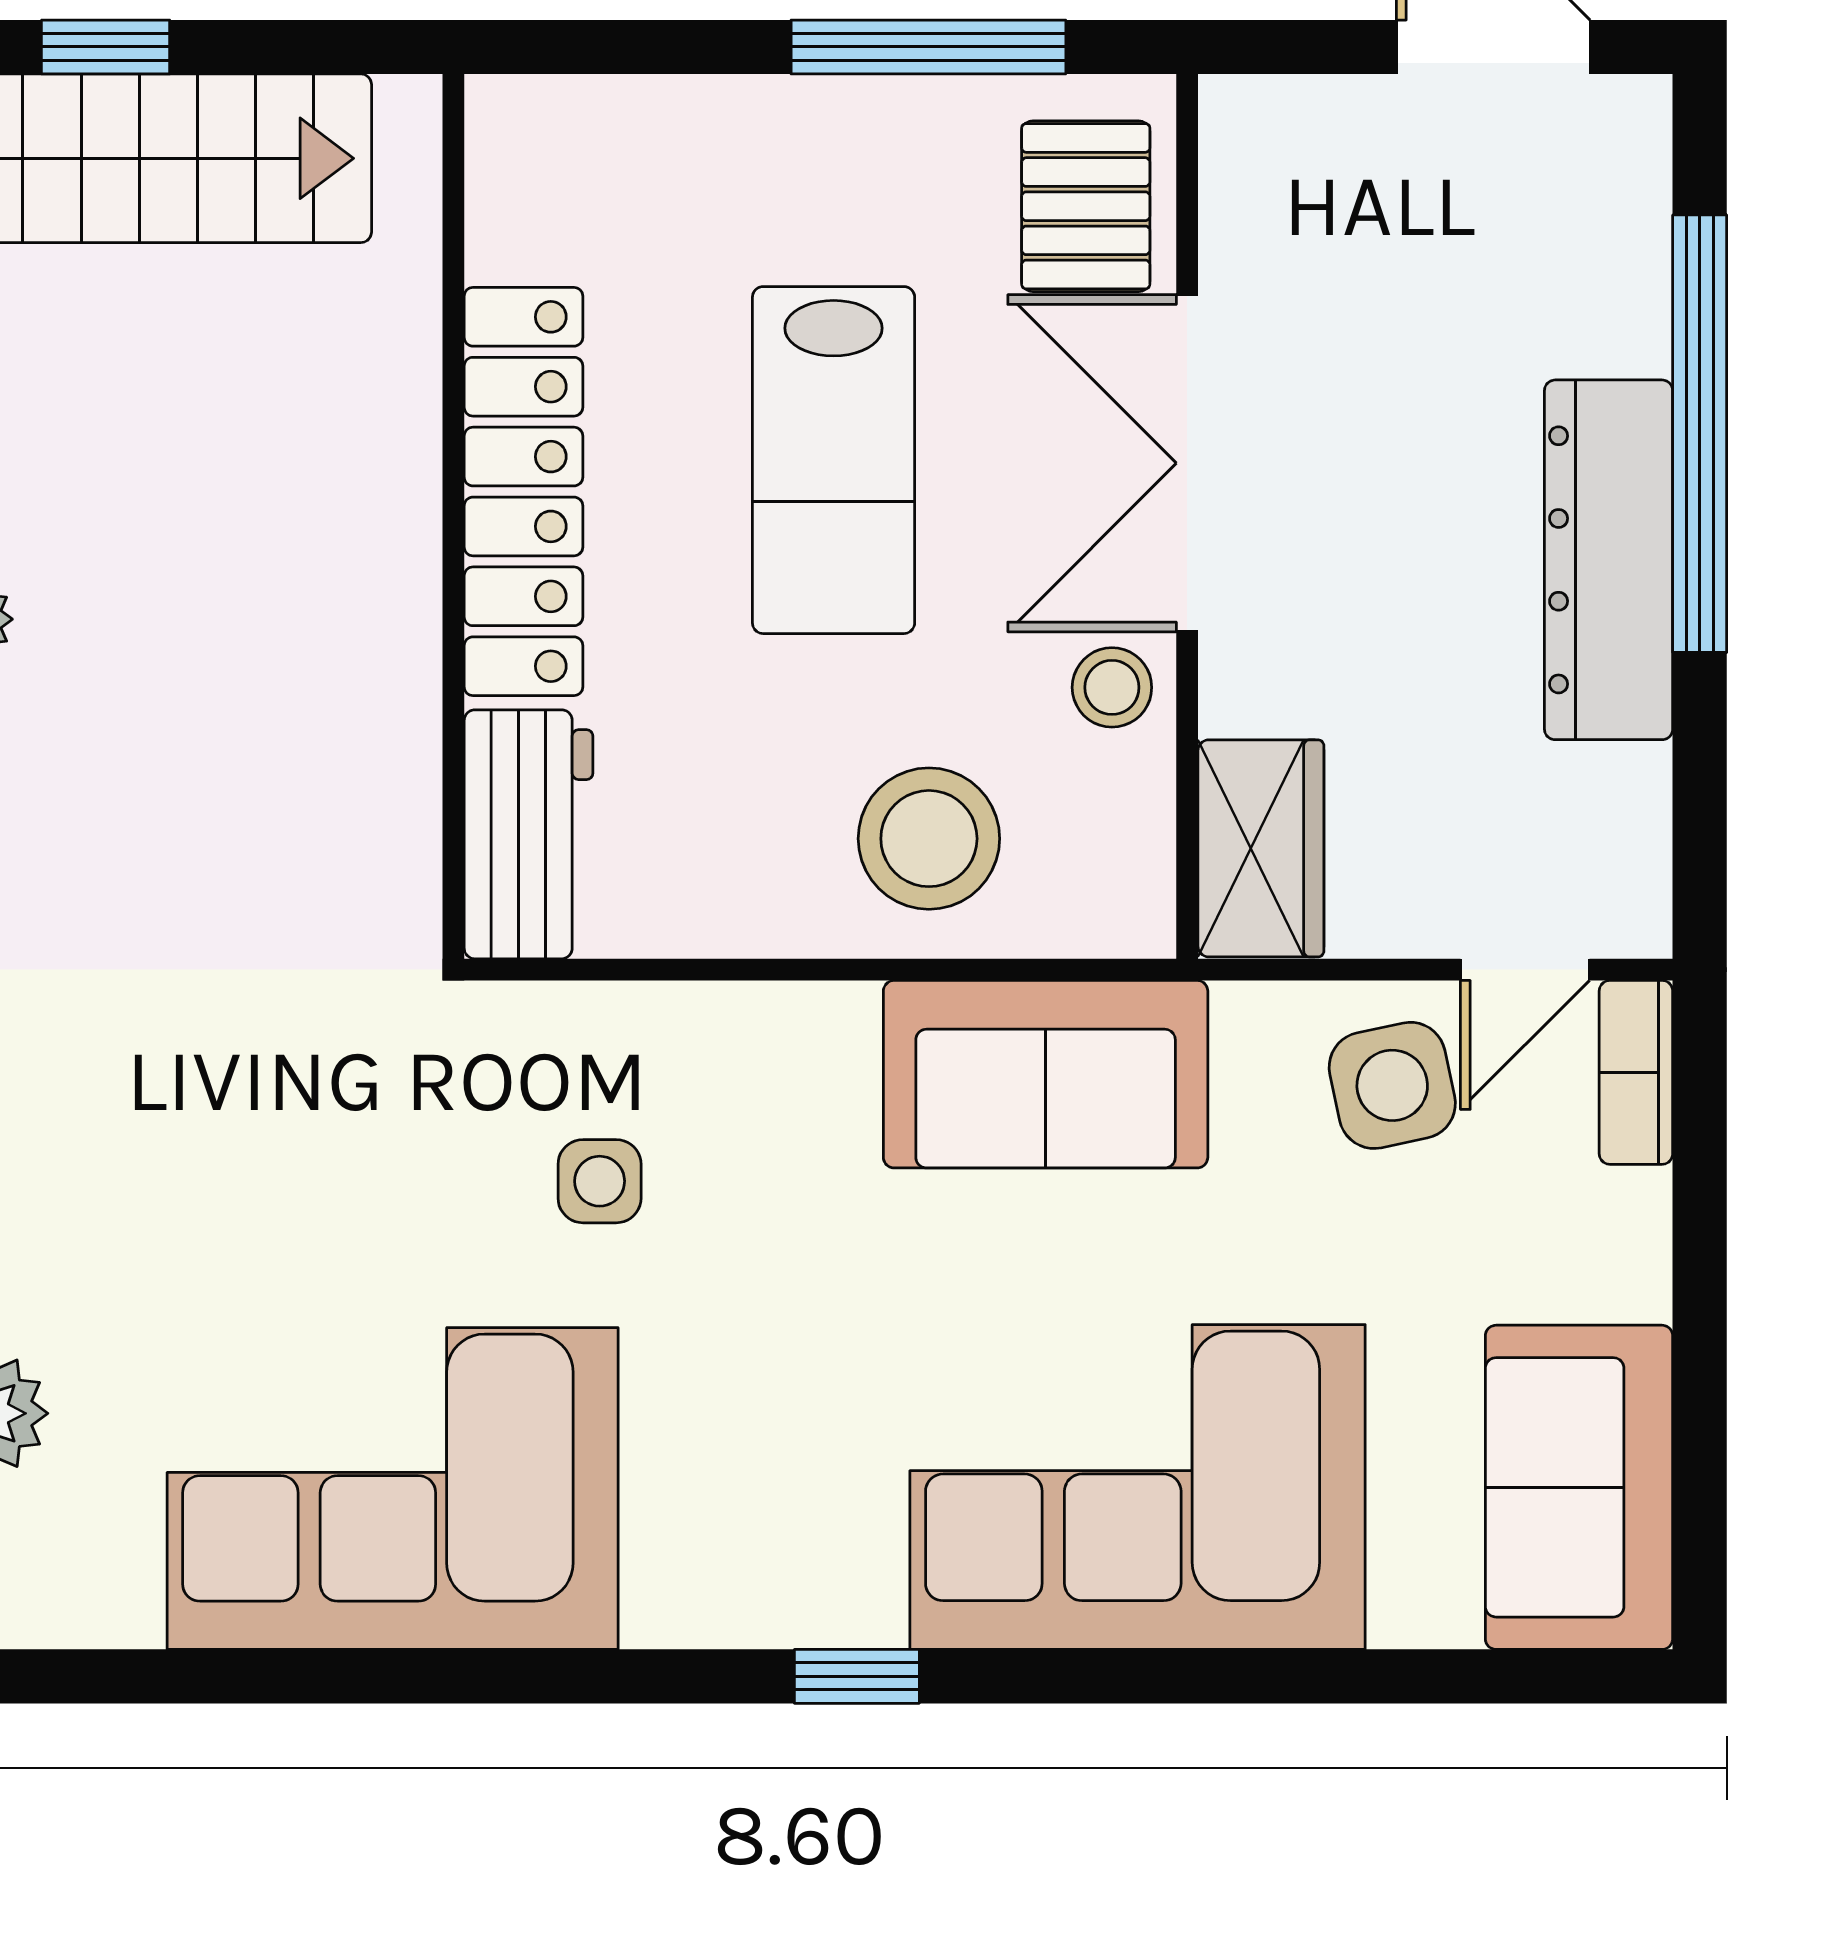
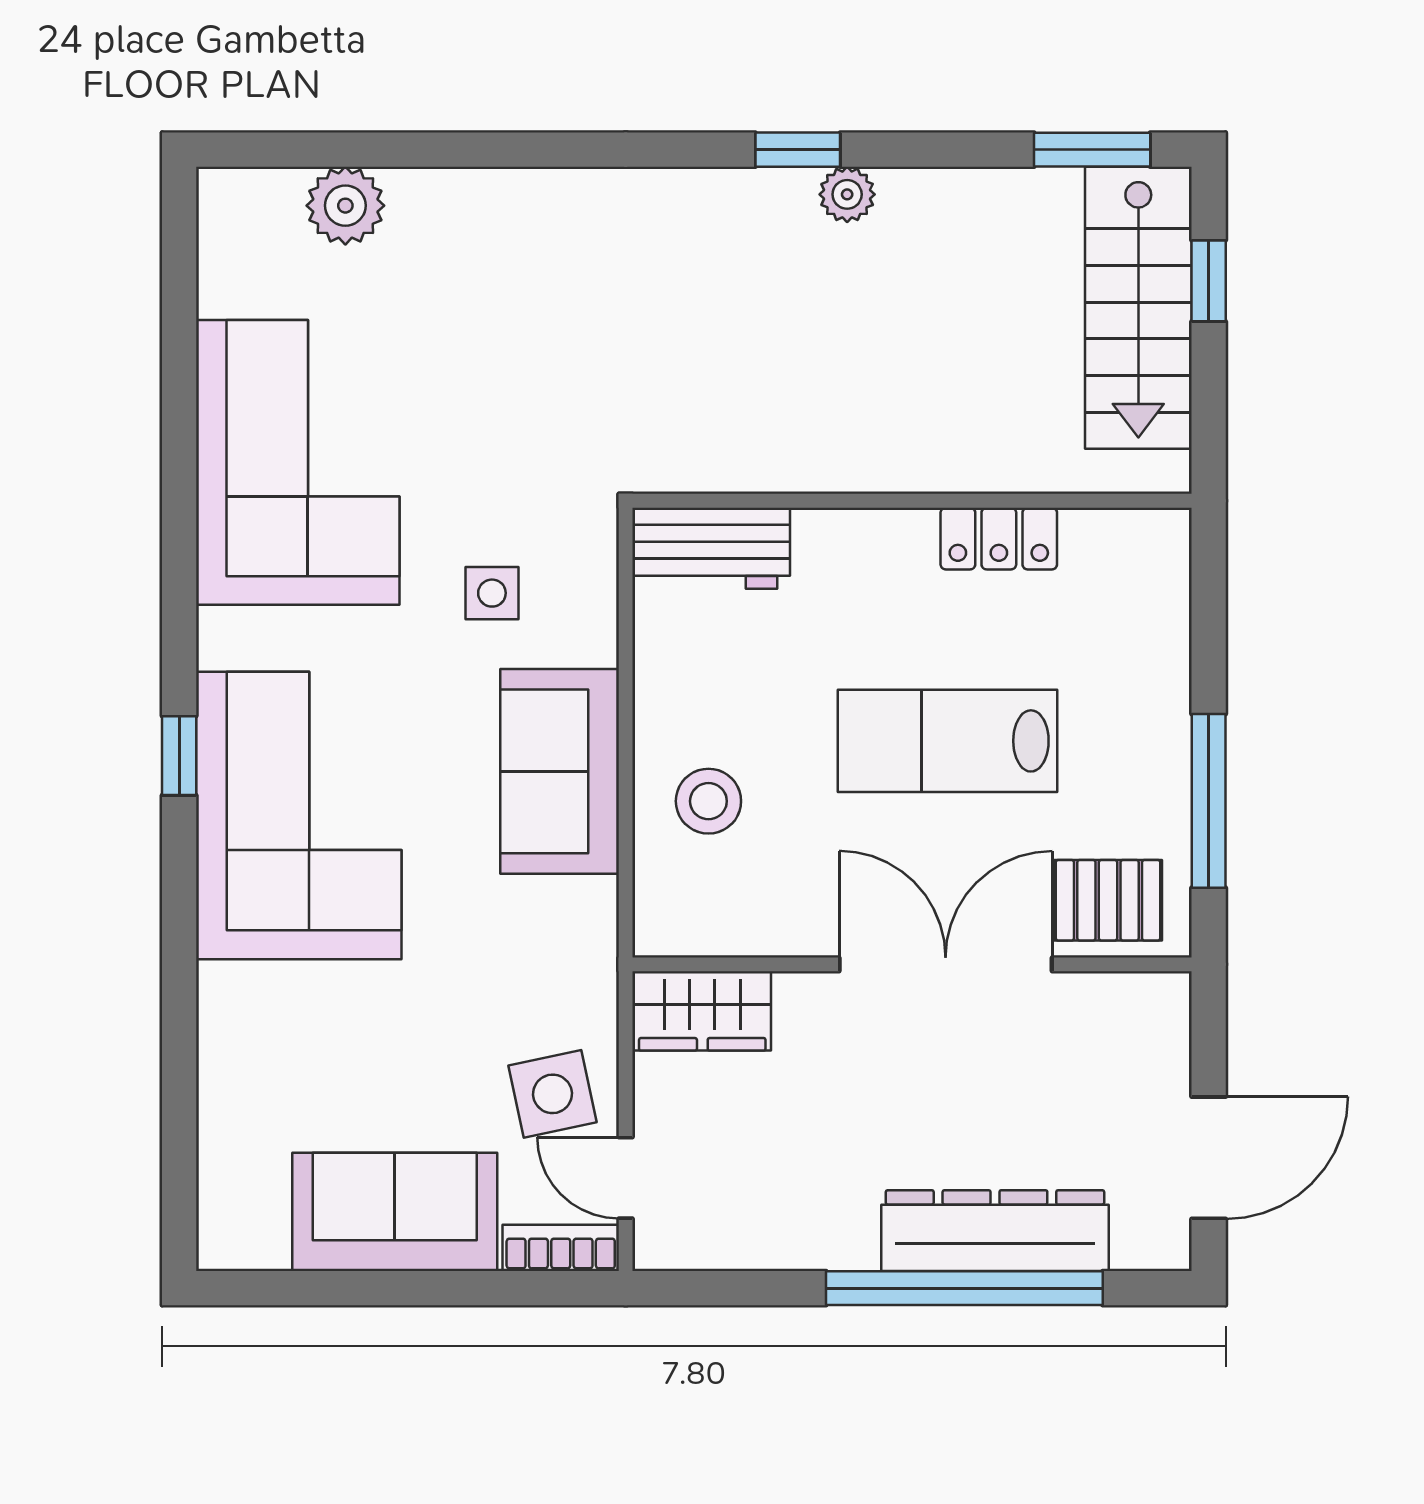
locker: (523, 492) -> (999, 539), width x0.46, depth x0.83
dresser: (1609, 560) -> (995, 1231), moved
stool: (1112, 687) -> (804, 917), removed
stool: (929, 839) -> (708, 801), width x0.73, depth x0.73
sofa: (1046, 1074) -> (560, 771), moved
corner sofa: (1138, 1487) -> (299, 815), moved
sofa: (1579, 1487) -> (395, 1212), moved

